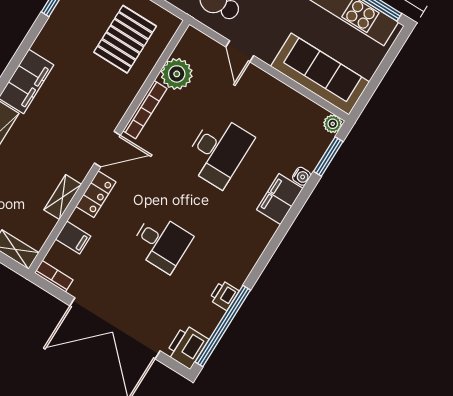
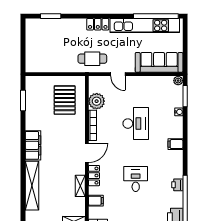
filing cabinet: (280, 199) -> (176, 144), moved, width x0.50
desk: (161, 243) -> (136, 179), turned -90

